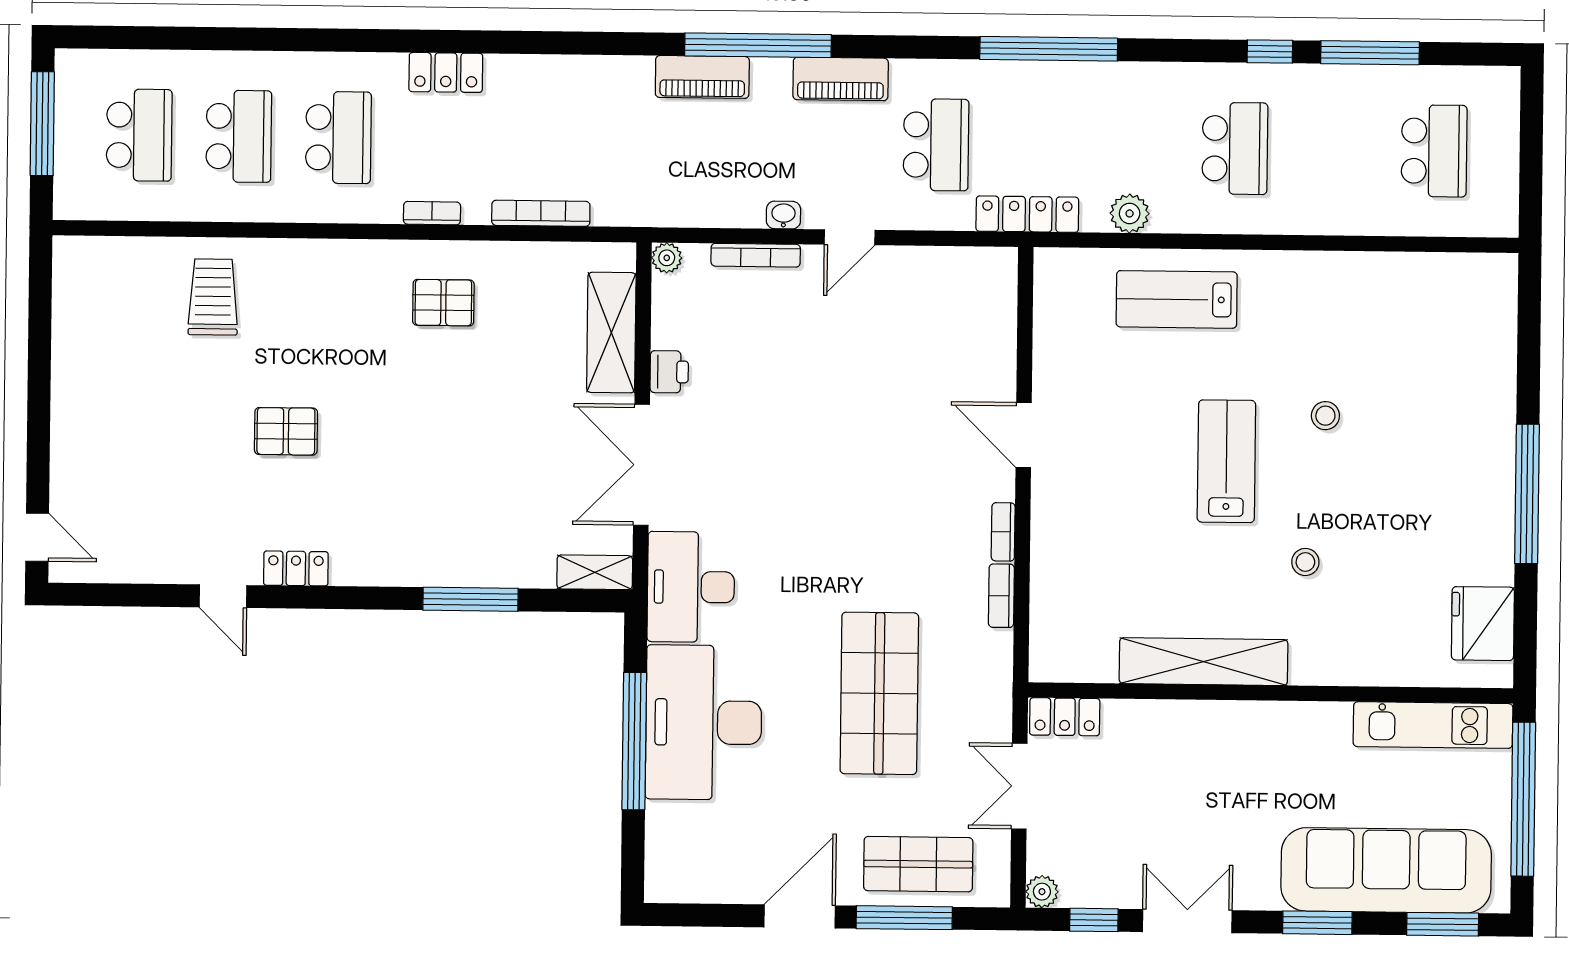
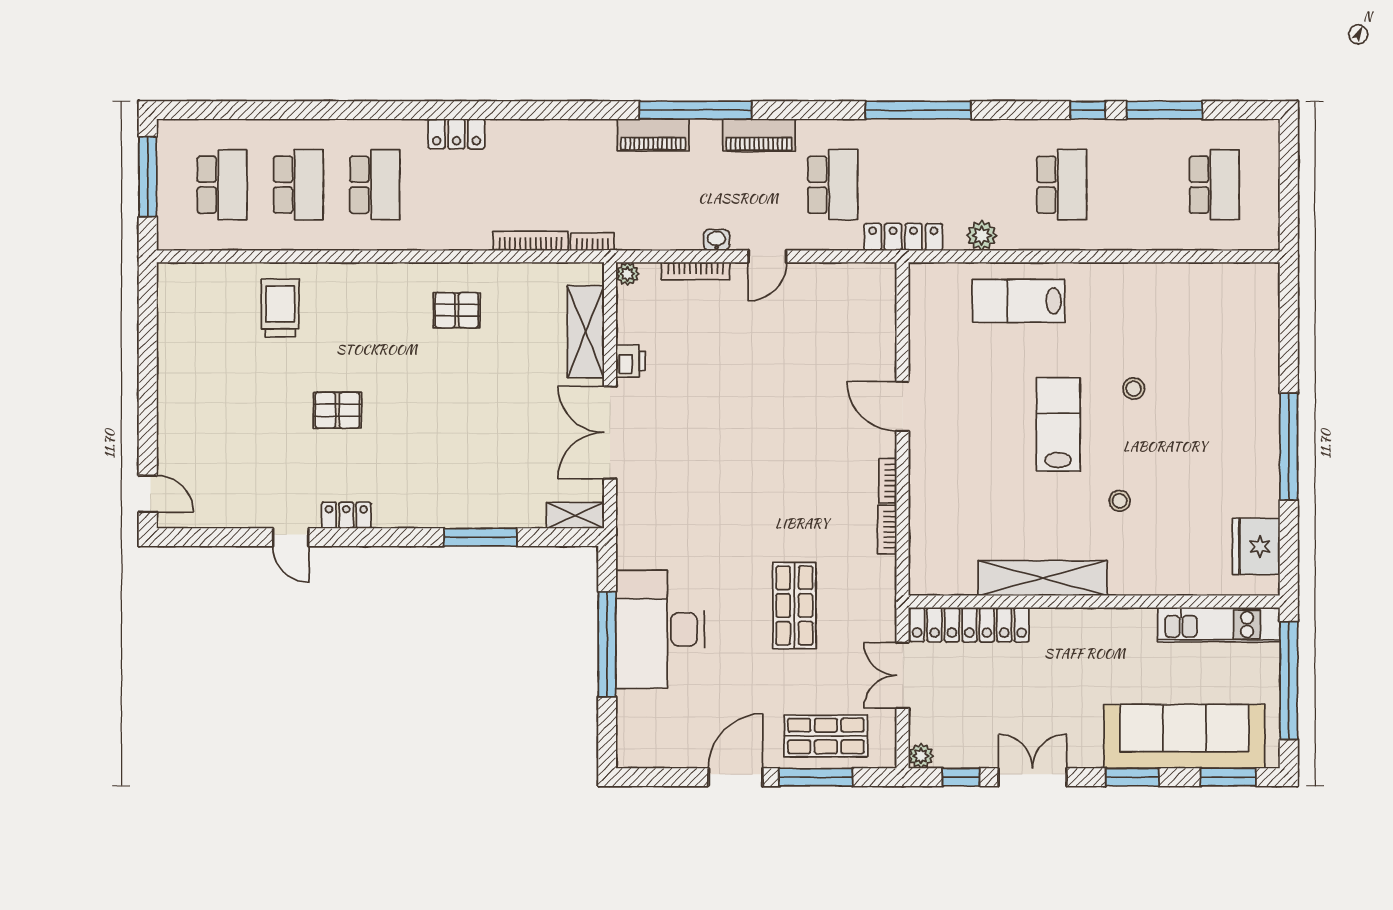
bookcase: (432, 213) -> (592, 242), moved
desk: (691, 587) -> (649, 526), removed
shop shelf: (879, 693) -> (794, 605), width x0.70, depth x0.74
locker: (1065, 717) -> (969, 625), width x2.16, depth x1.21

